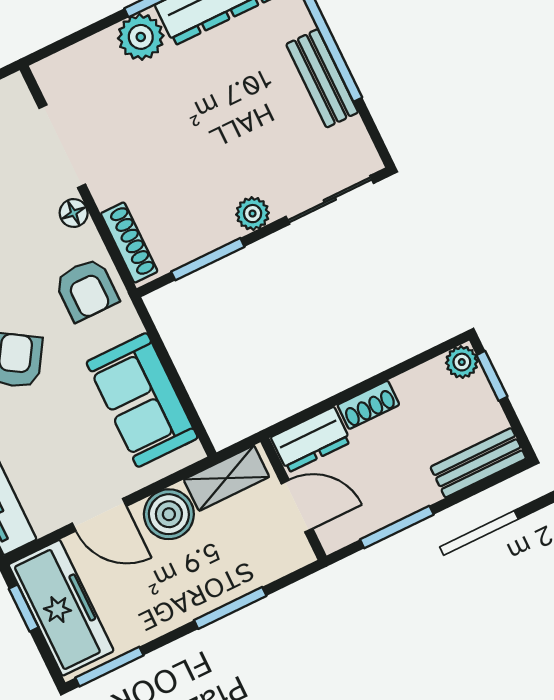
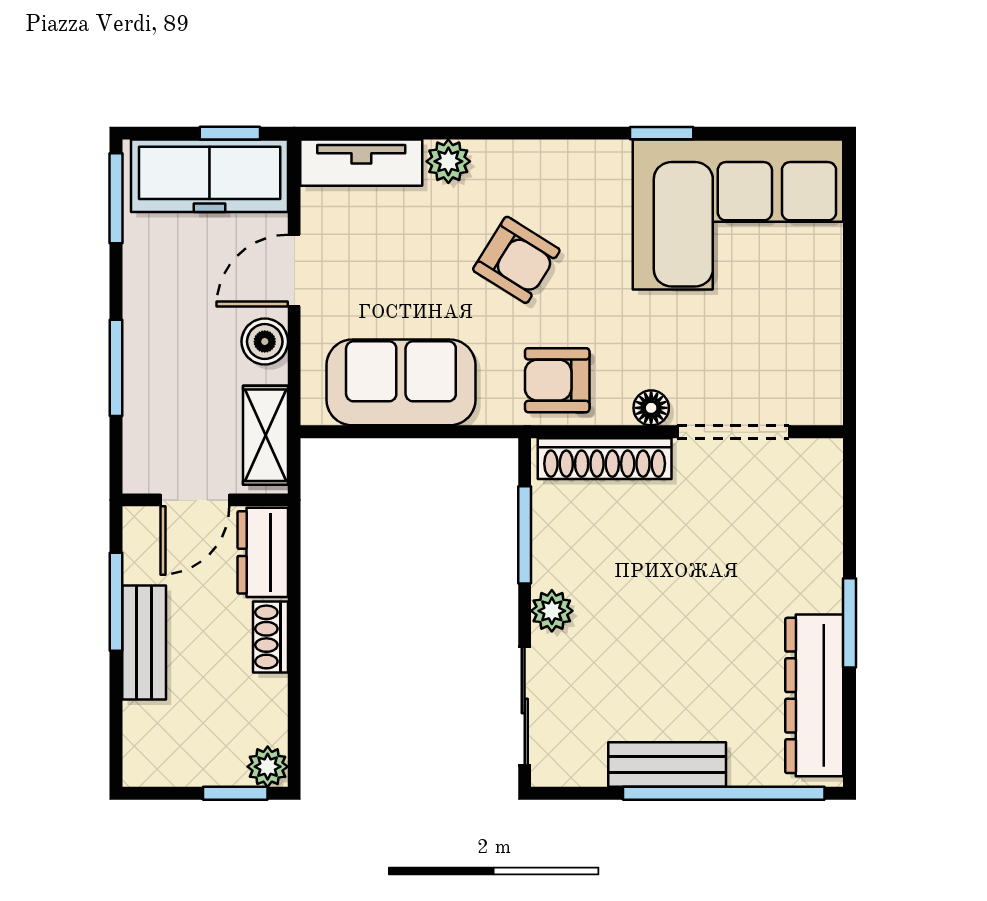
plant: (141, 37) -> (814, 581), removed
shoe rack: (129, 242) -> (605, 459), width x1.36, depth x1.24
bench: (478, 463) -> (144, 643), moved
boiler: (169, 514) -> (265, 342), width x0.73, depth x0.73

